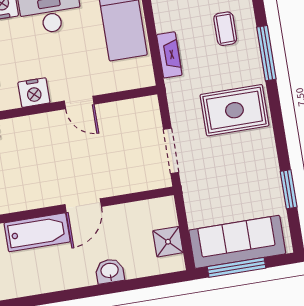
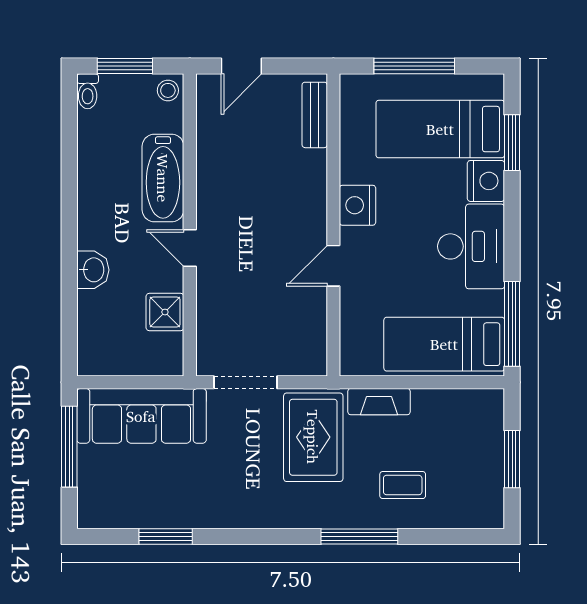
rug: (234, 110) -> (313, 437), moved
door: (83, 205) -> (190, 248), width x0.73
shower: (168, 242) -> (165, 312), moved
sofa: (237, 242) -> (141, 416), moved, turned 90

